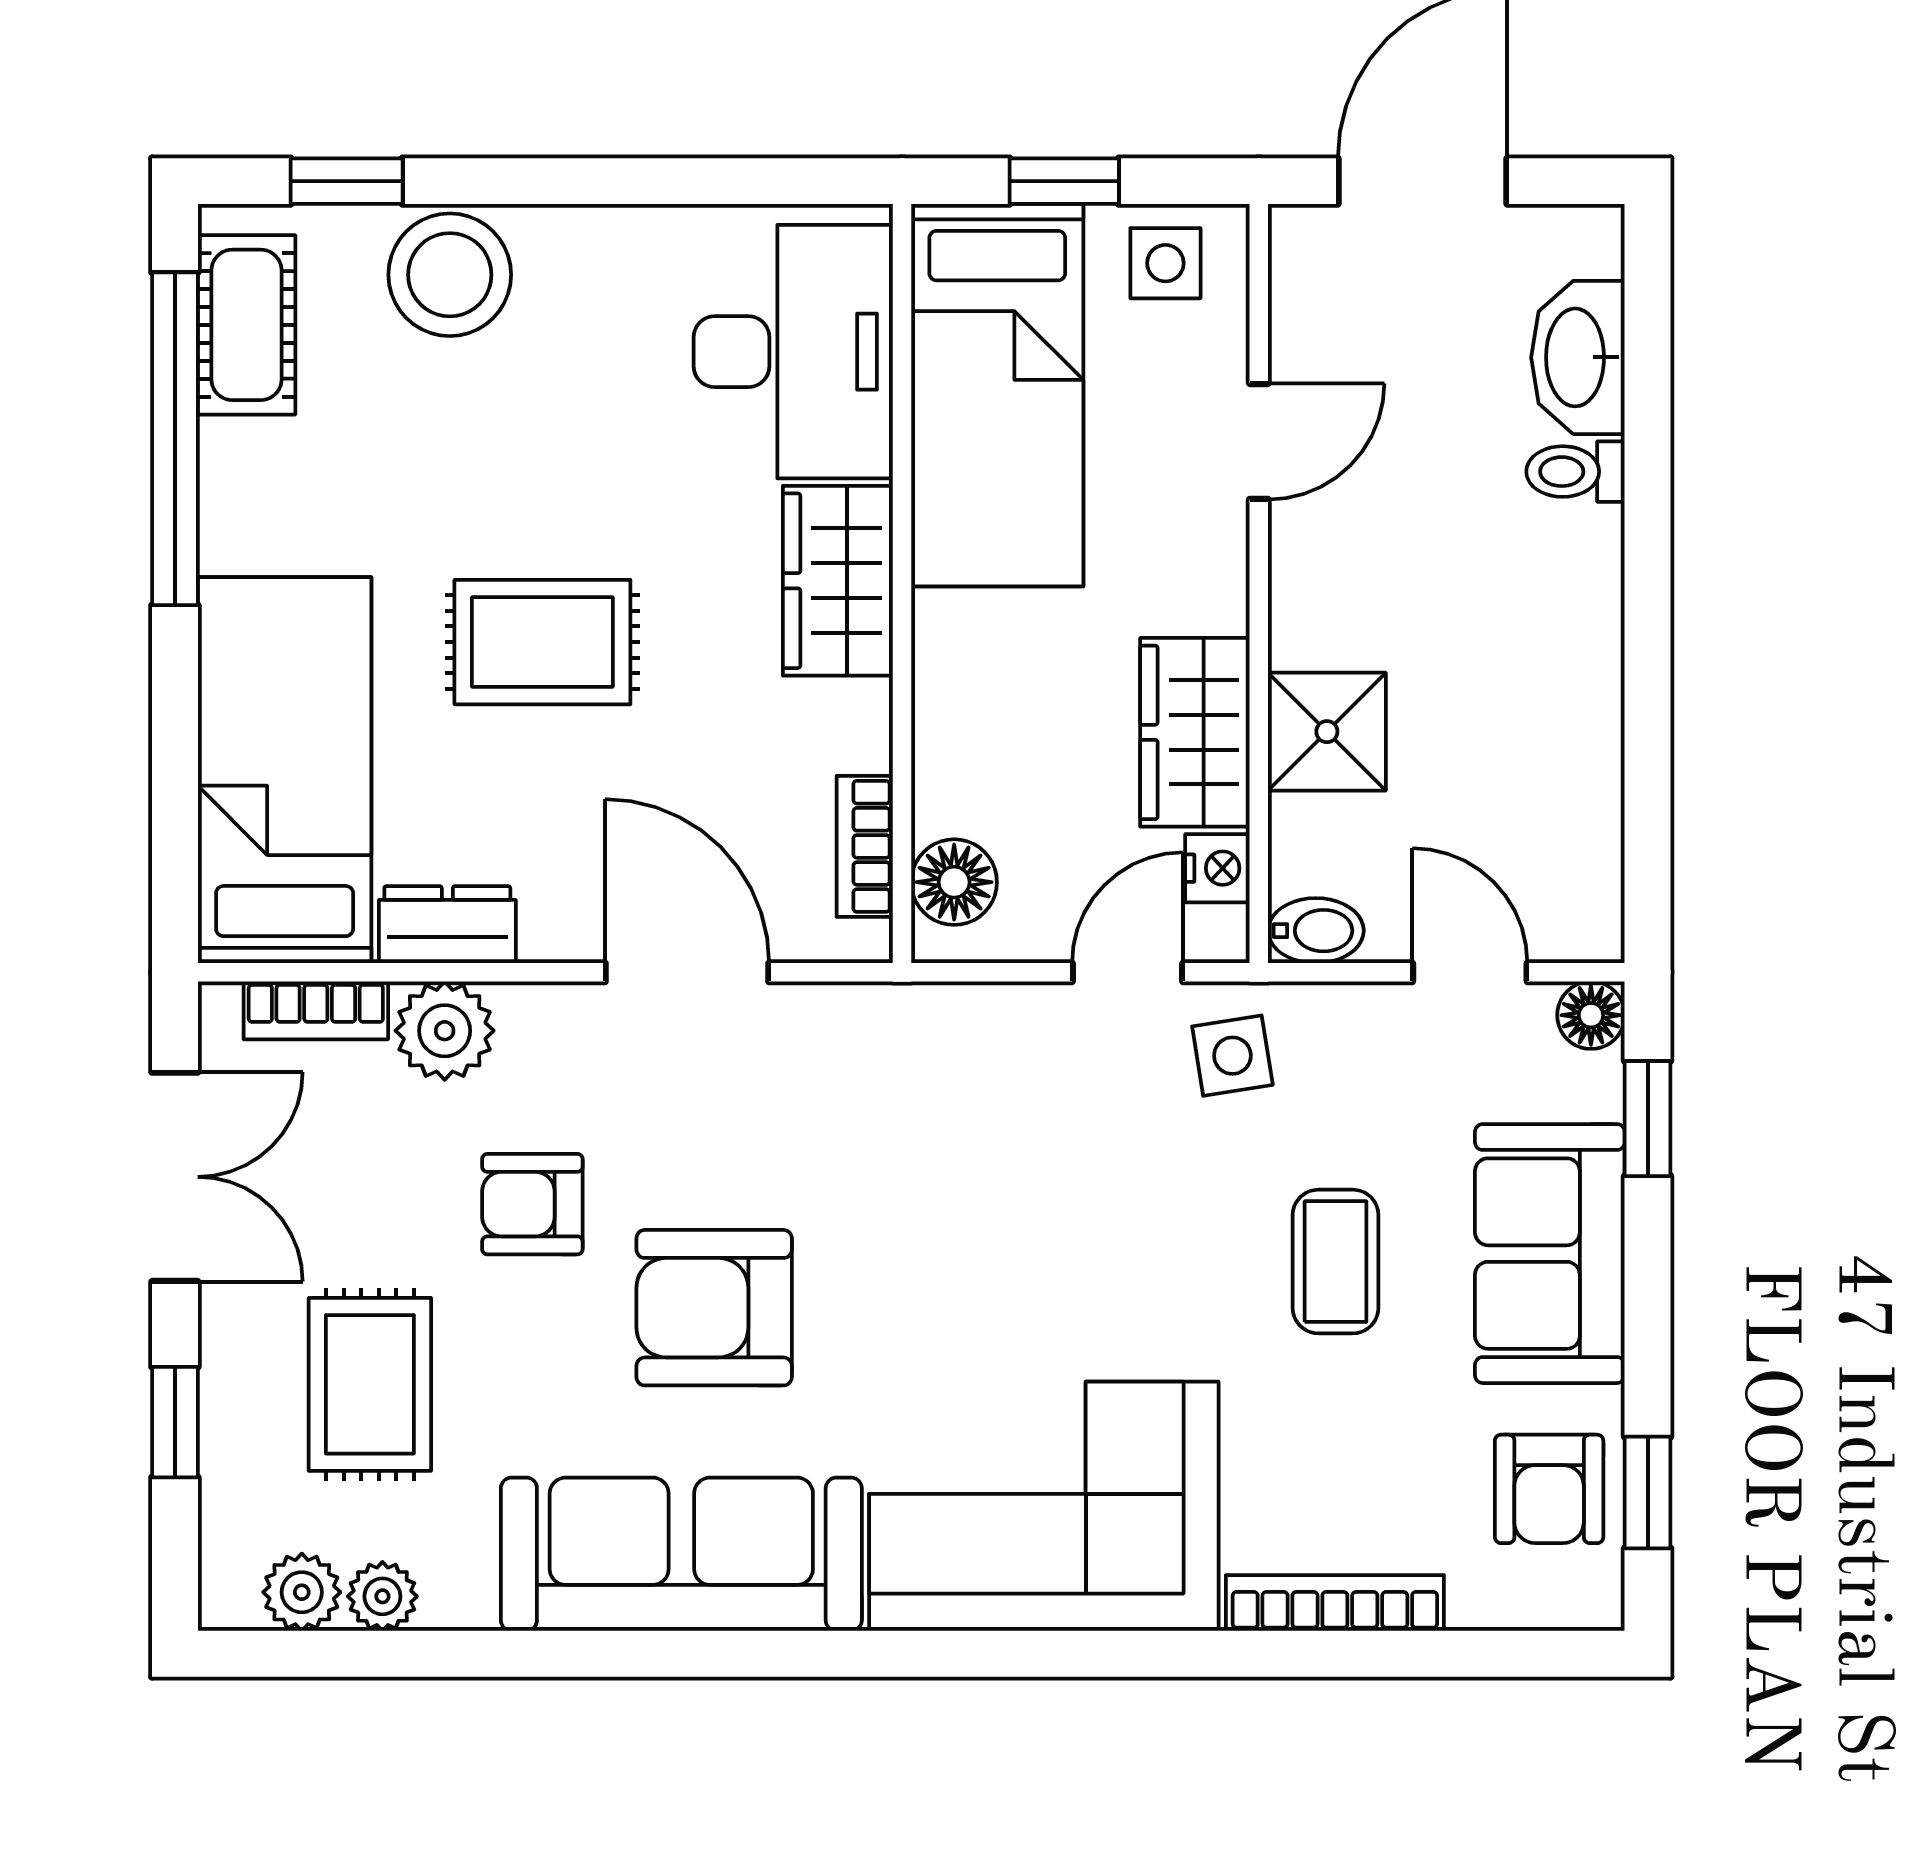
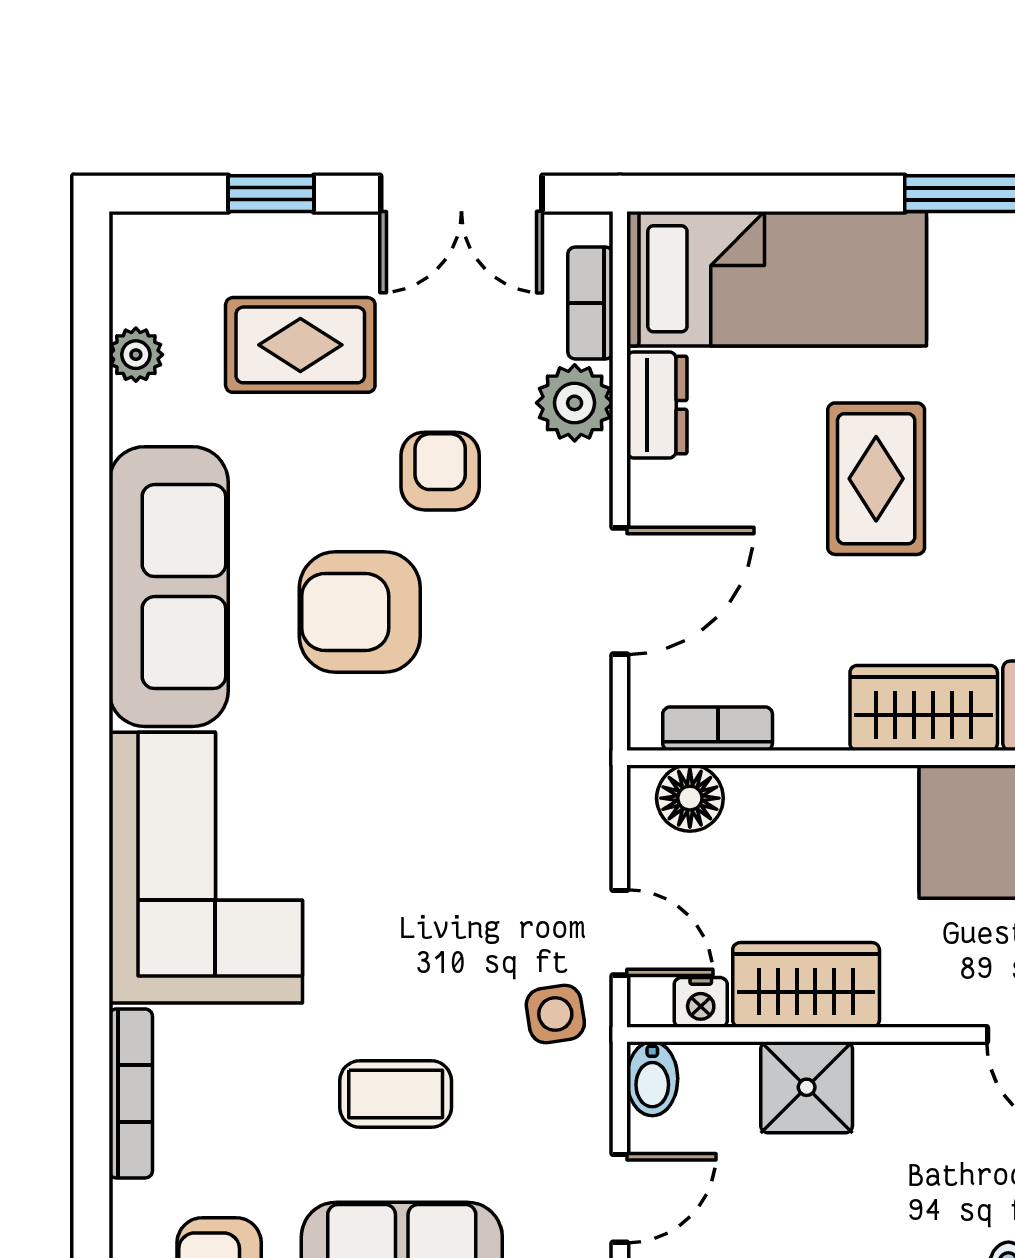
armchair: (714, 1308) -> (360, 612), turned -90
plant: (302, 1592) -> (139, 292), removed

